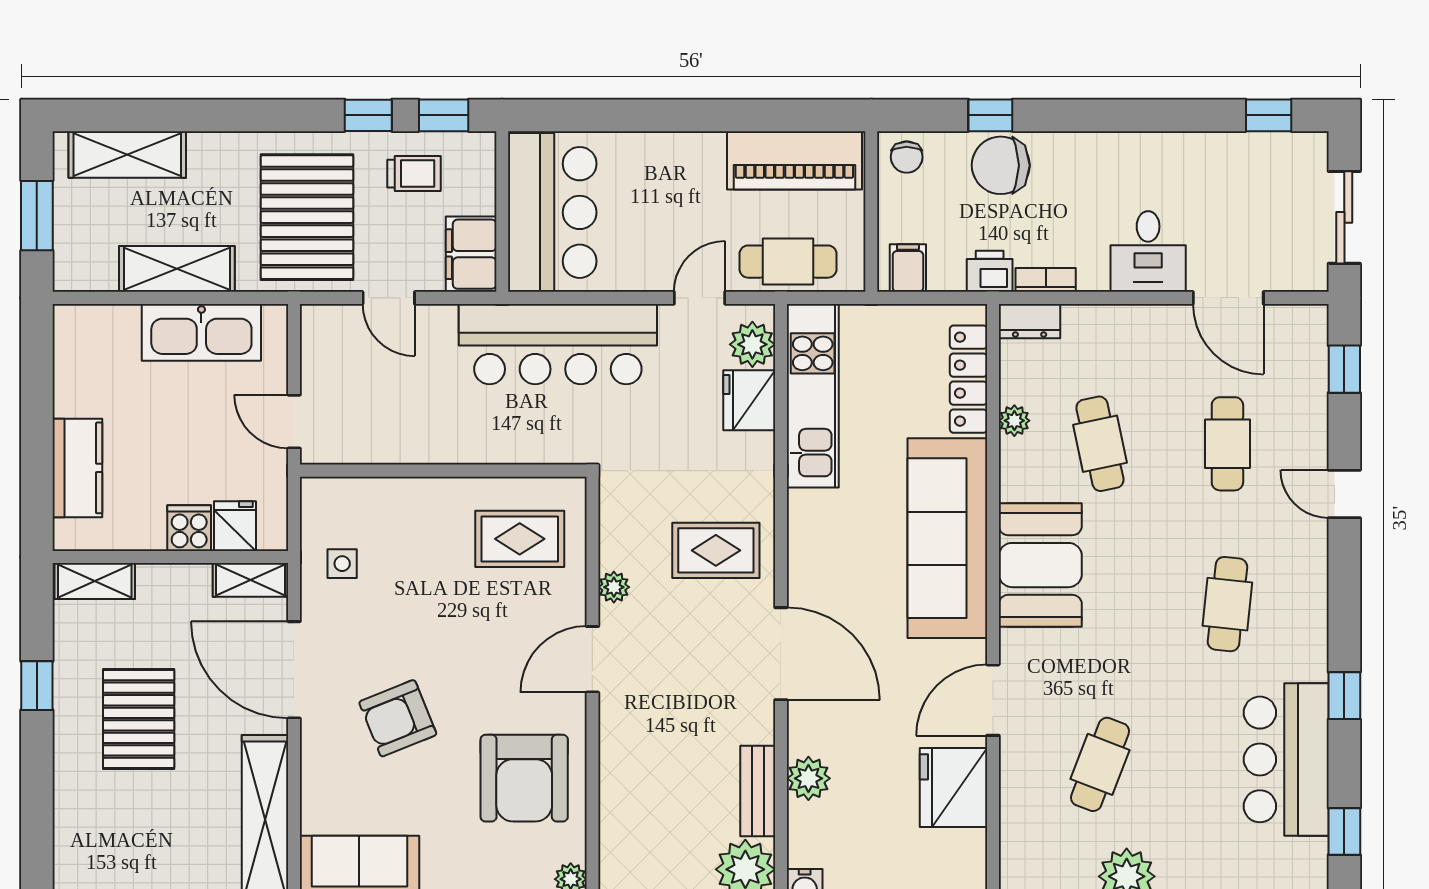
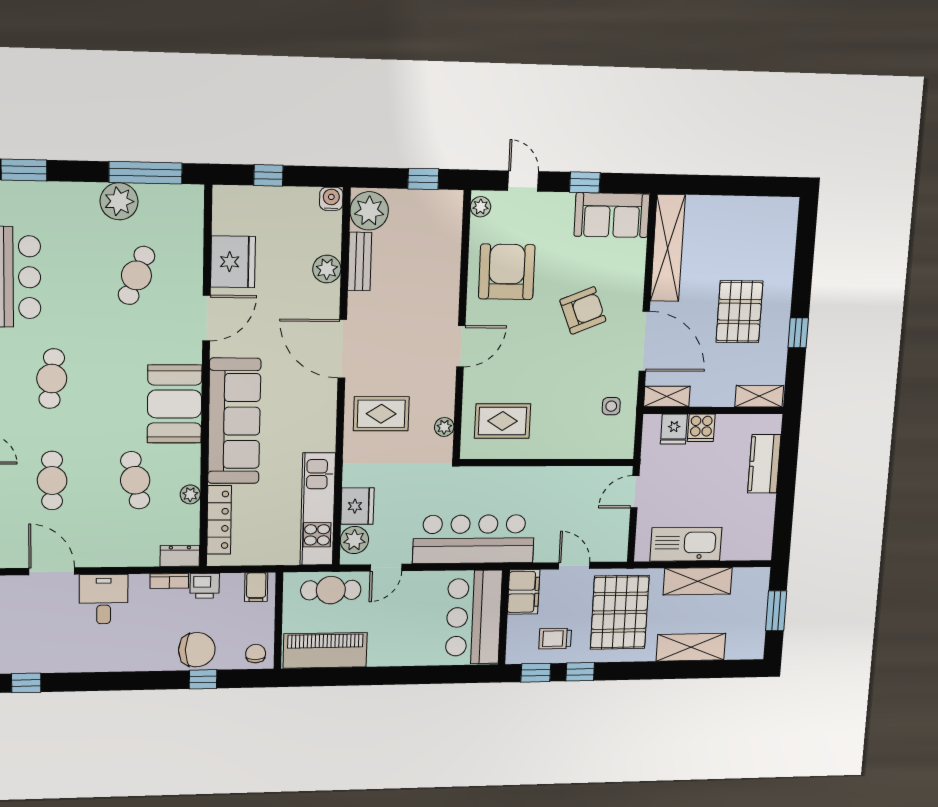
shelving: (127, 154) -> (691, 647), moved
door: (294, 422) -> (635, 492), swing flipped
plant: (614, 587) -> (444, 427), moved

